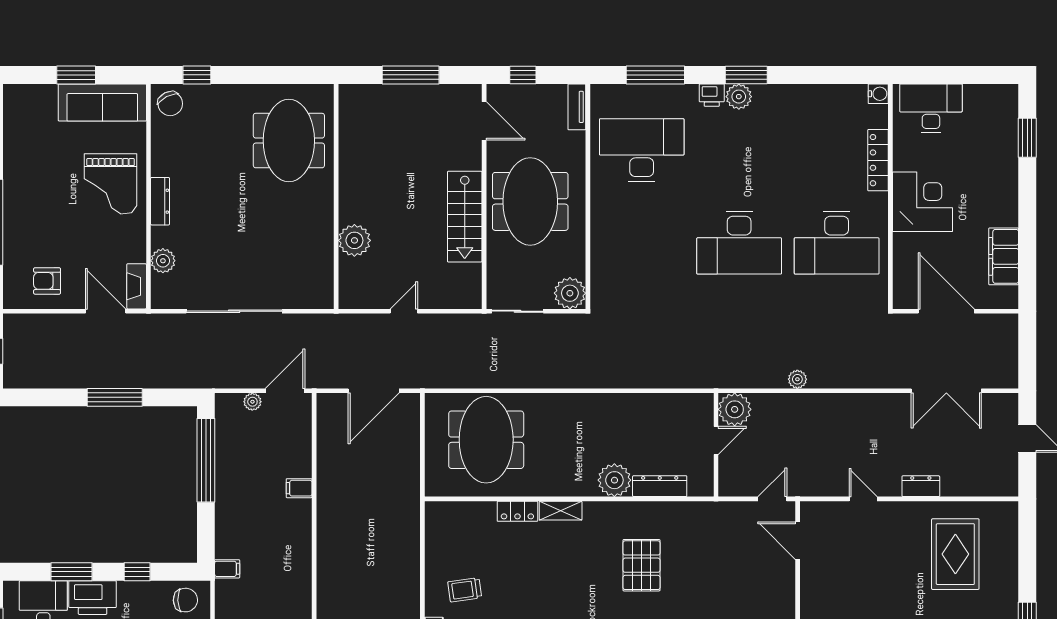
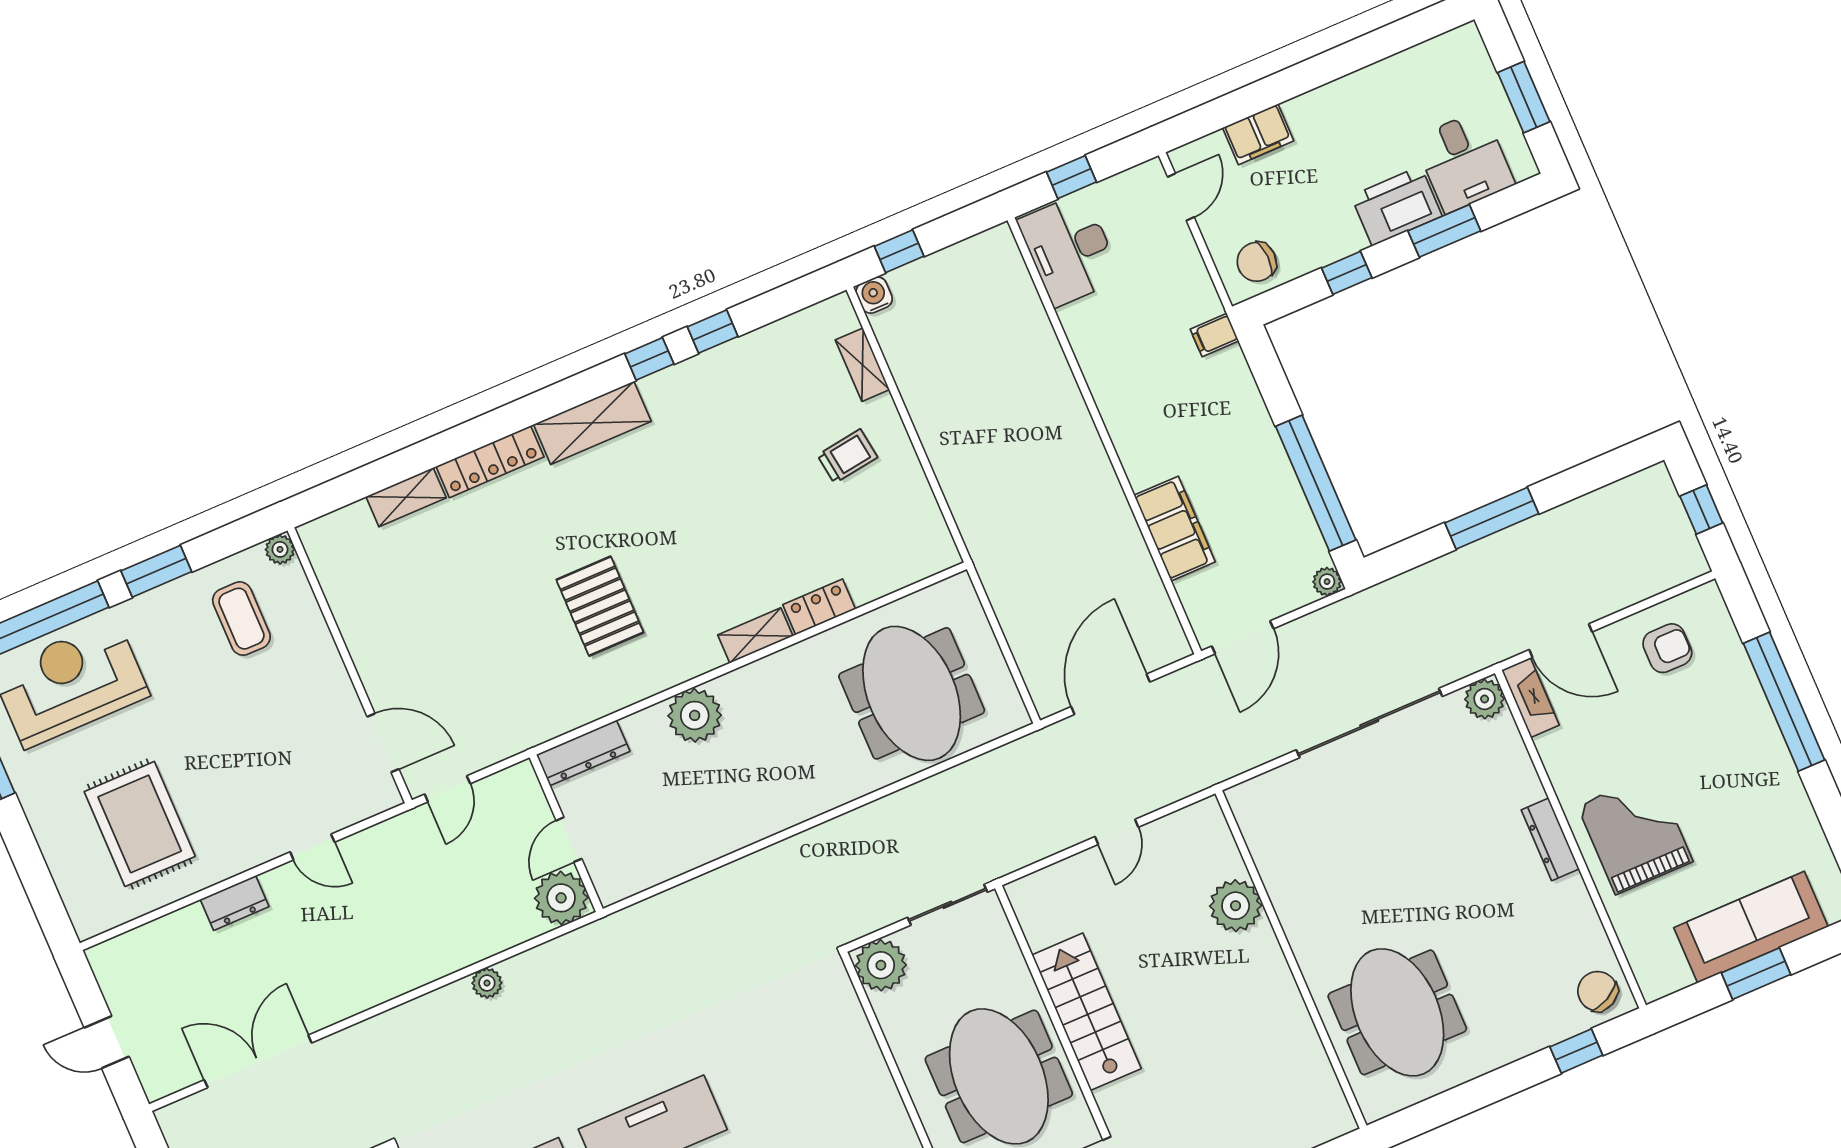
sofa: (102, 102) -> (1751, 927), moved
plant: (163, 261) -> (1485, 699), moved
plant: (252, 402) -> (1327, 582), moved
dresser: (660, 486) -> (583, 753), moved
filing cabinet: (299, 488) -> (1175, 529), width x3.00, depth x1.17

